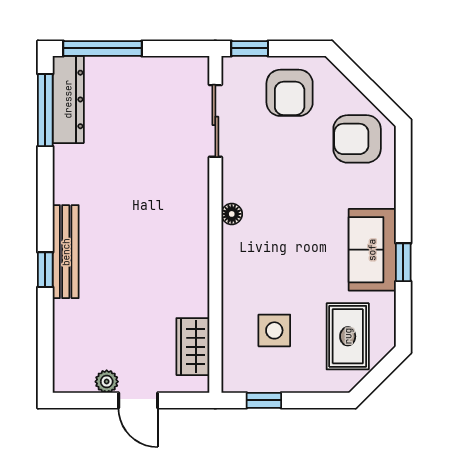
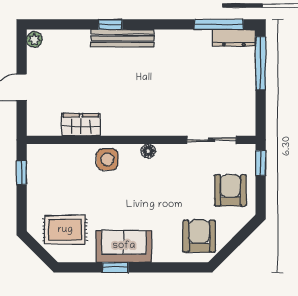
armchair: (290, 93) -> (230, 190), turned 90
dresser: (68, 99) -> (234, 38), width x0.73, depth x0.80
side table: (274, 330) -> (107, 159), moved
wardrobe: (193, 347) -> (81, 125), moved
plant: (107, 382) -> (34, 40), moved

